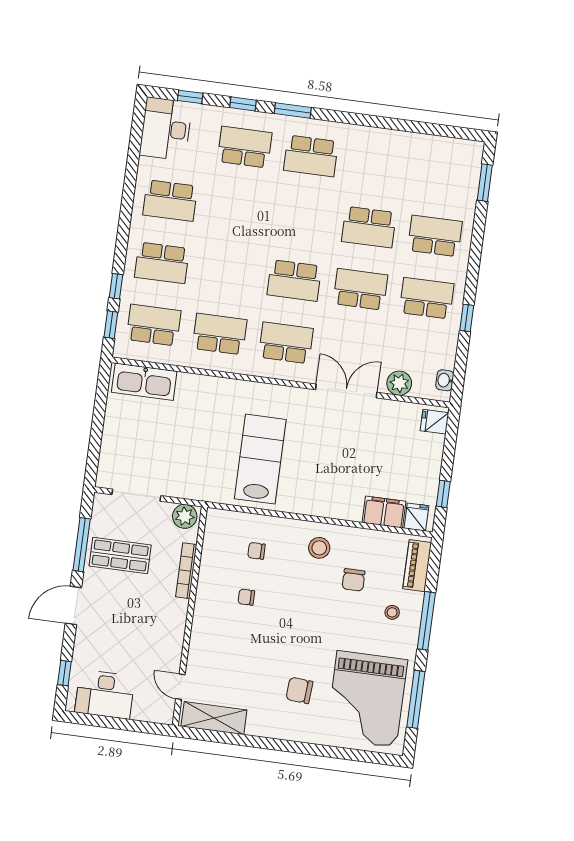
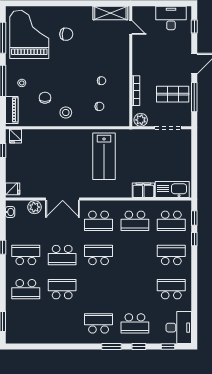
school desk: (427, 298) -> (26, 255), turned 180
filing cabinet: (384, 512) -> (143, 190), moved, turned 180

